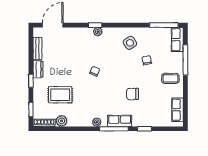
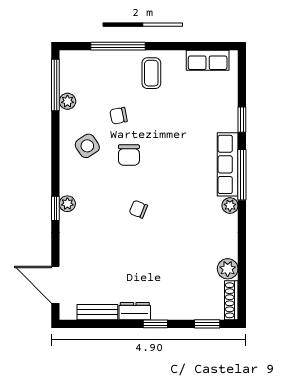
plant: (155, 32) -> (67, 101), added
row of seats: (177, 40) -> (81, 61), removed
chair: (133, 94) -> (129, 155), moved
rug: (60, 95) -> (181, 271), removed
row of seats: (120, 121) -> (228, 164), width x1.48

